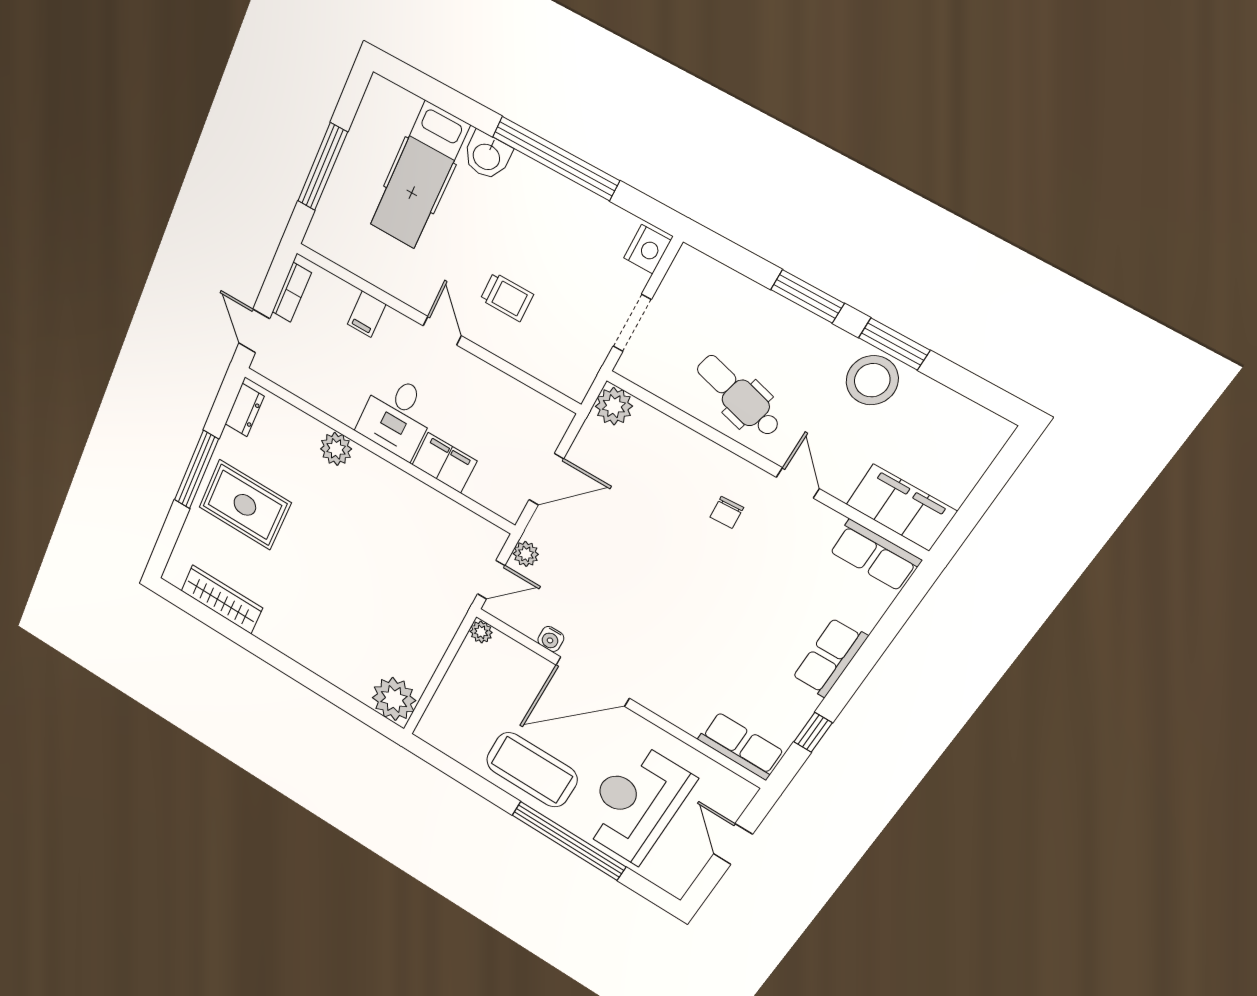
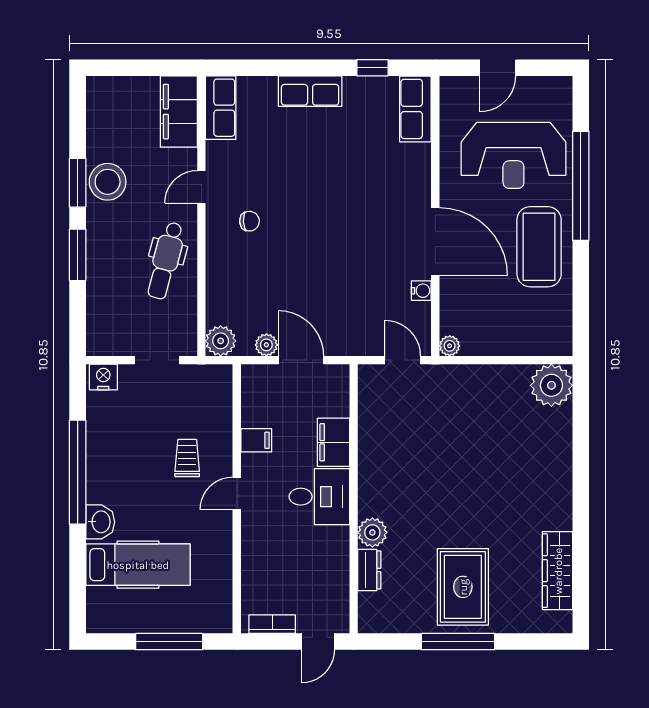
filing cabinet: (367, 314) -> (256, 440), moved
dresser: (245, 410) -> (369, 570), moved, turned 90
plant: (526, 554) -> (266, 345), moved

